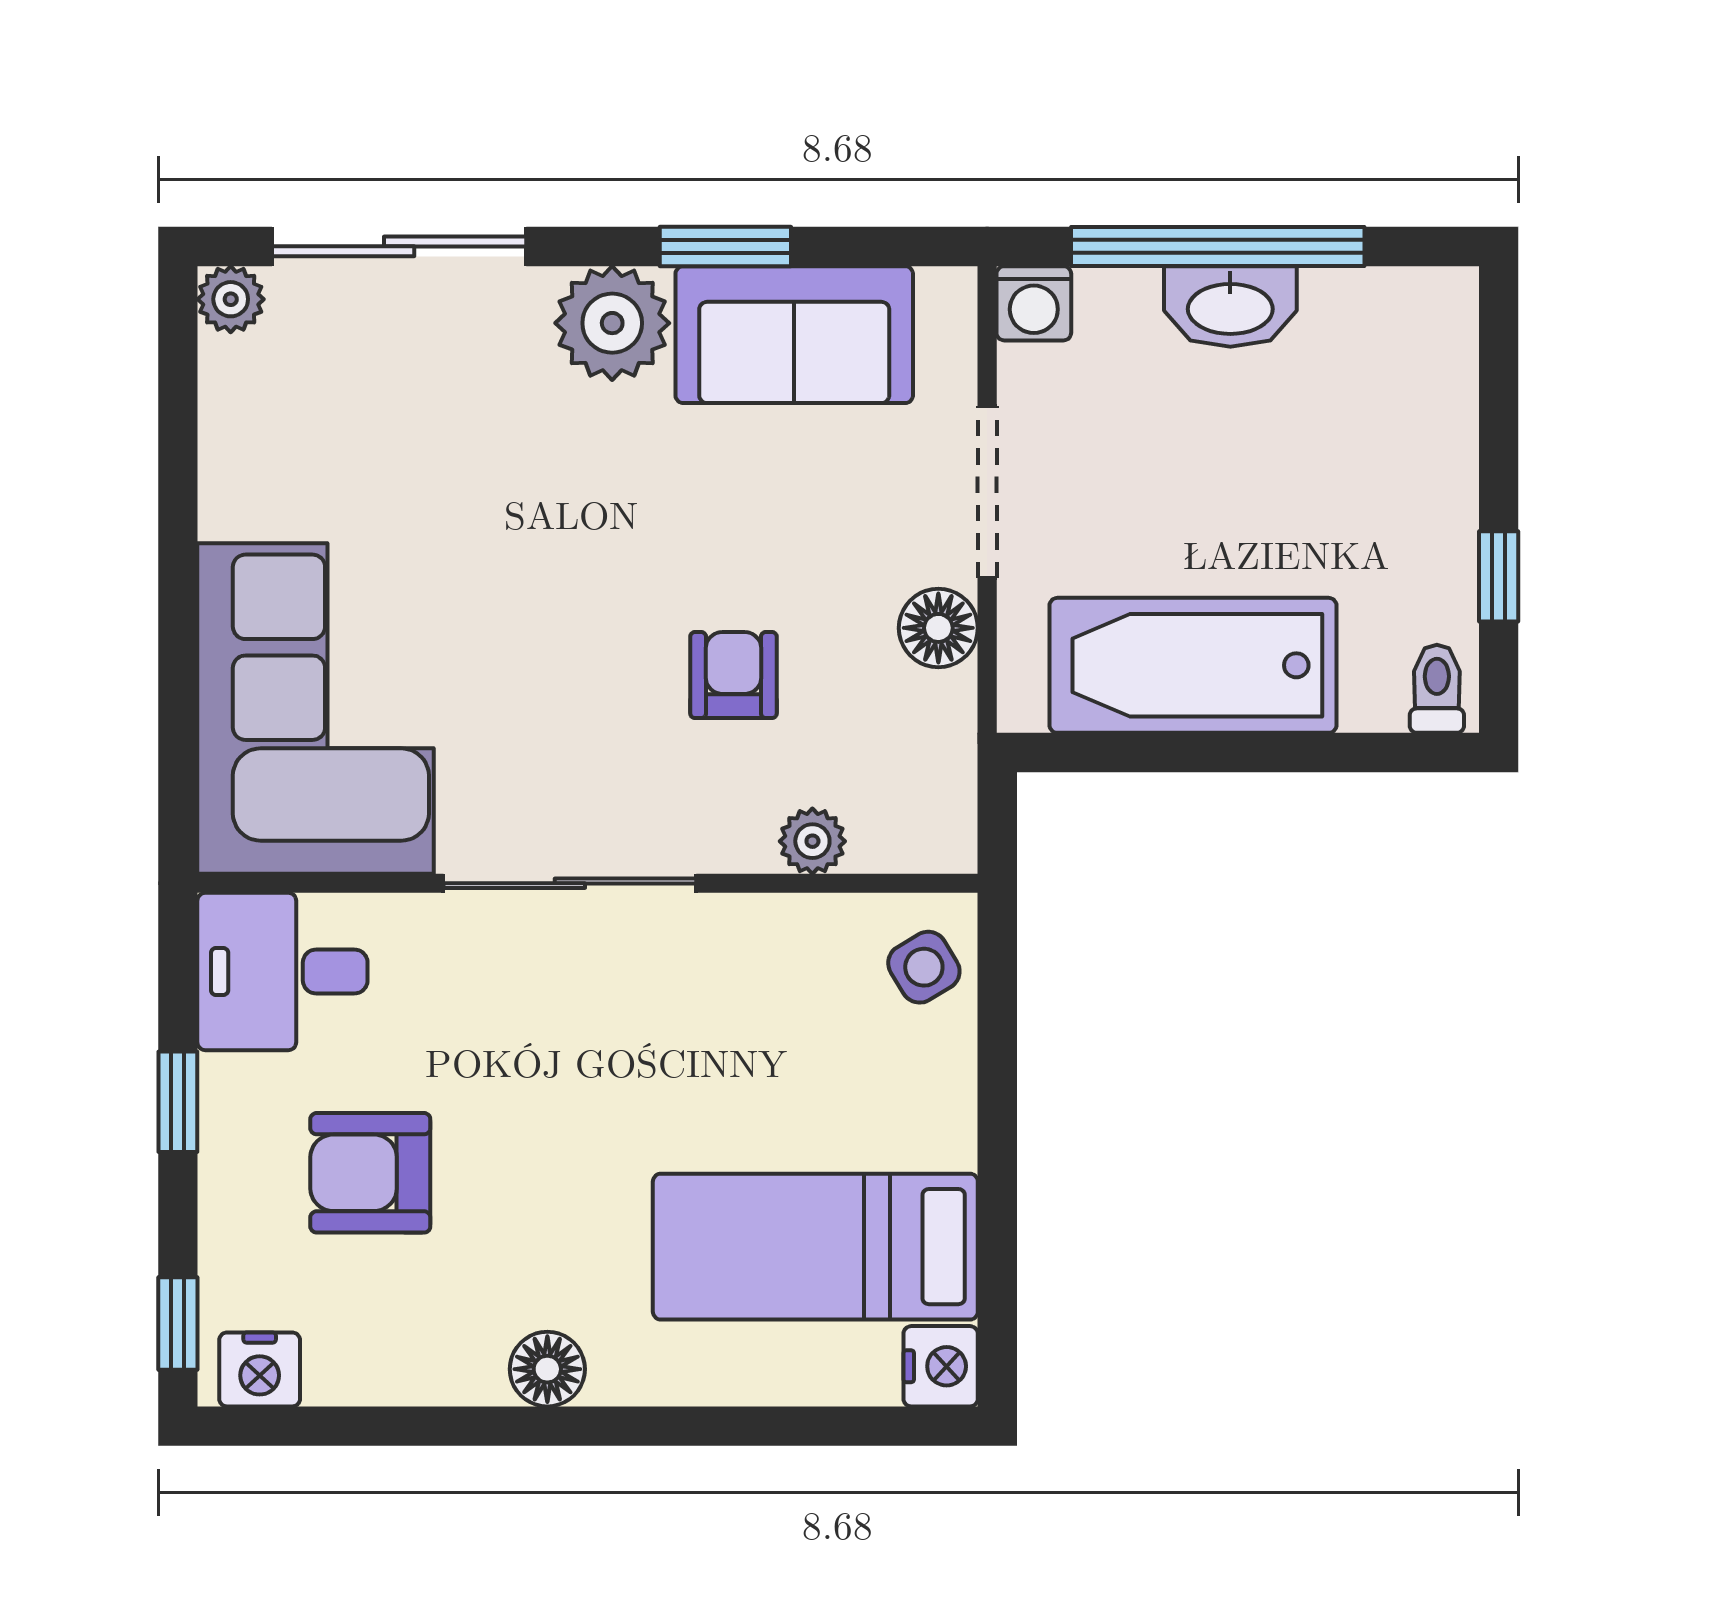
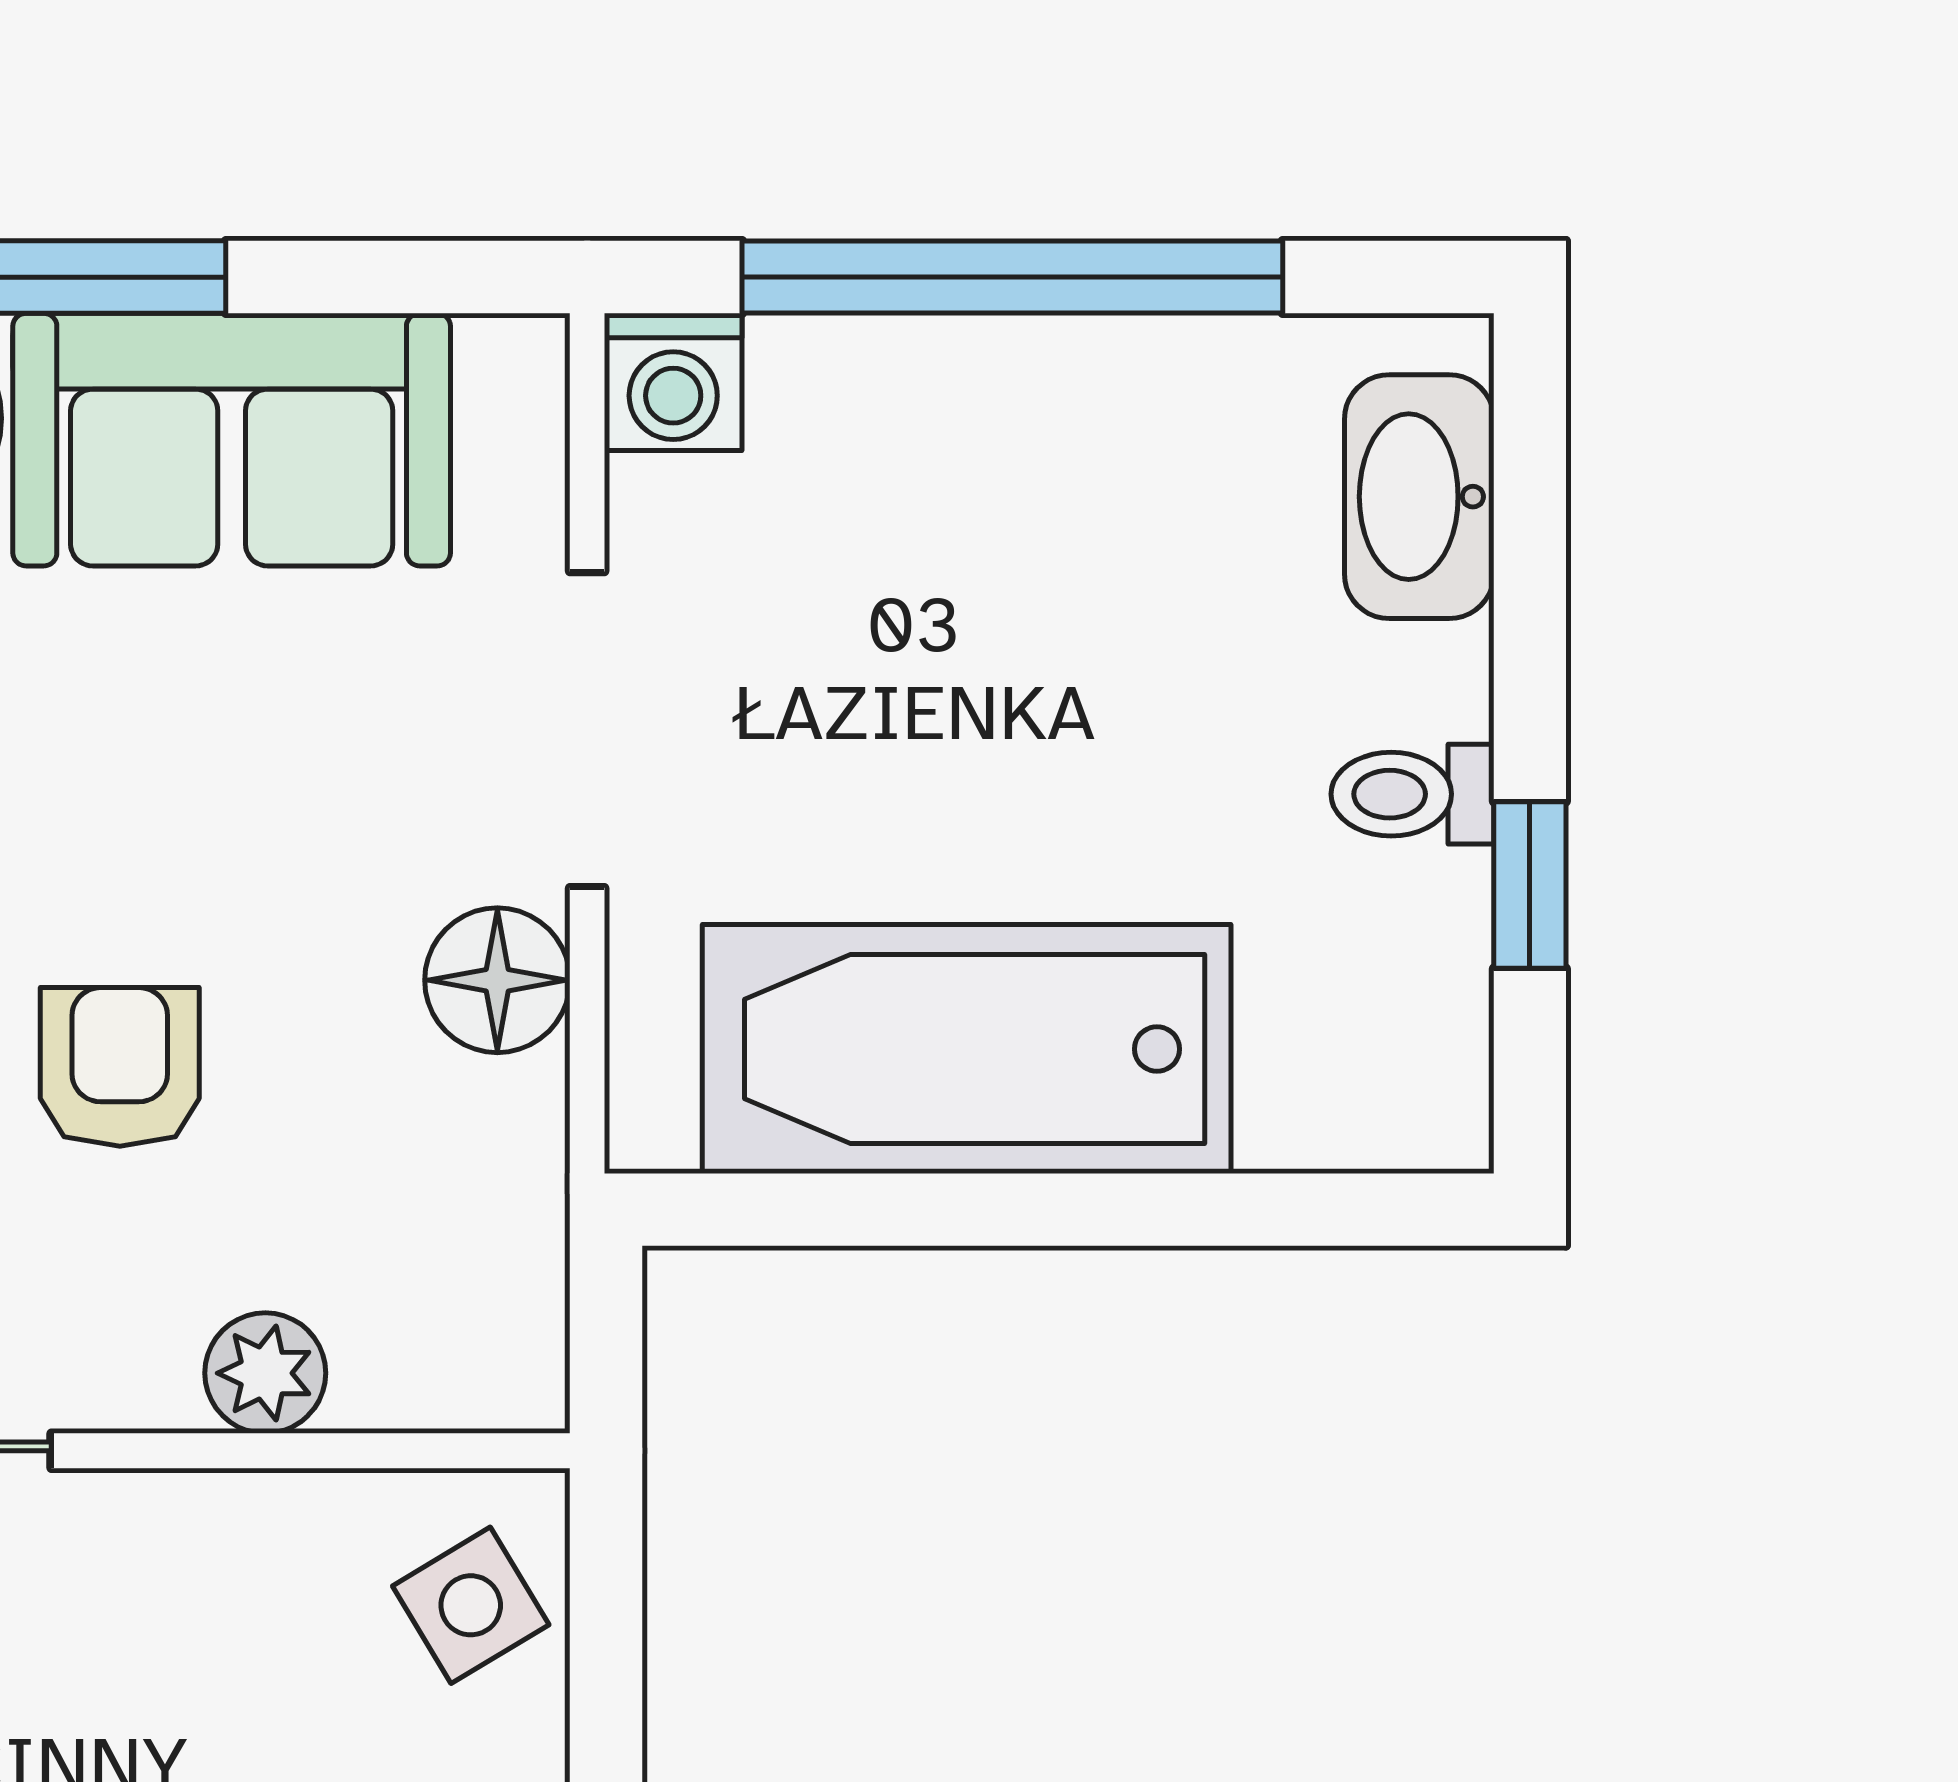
washbasin: (1230, 306) -> (1419, 497), moved, turned 90
toilet: (1437, 689) -> (1412, 794), moved, turned -90

